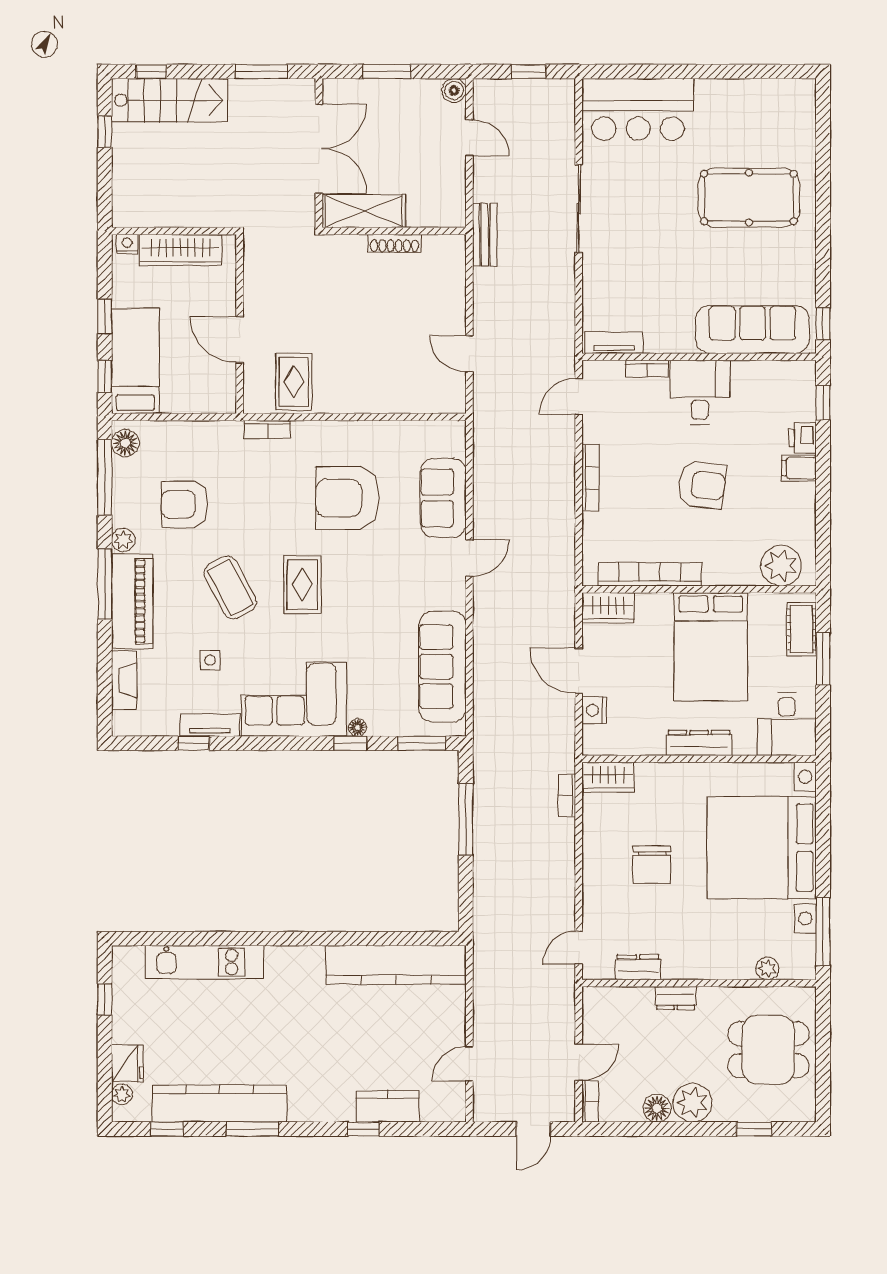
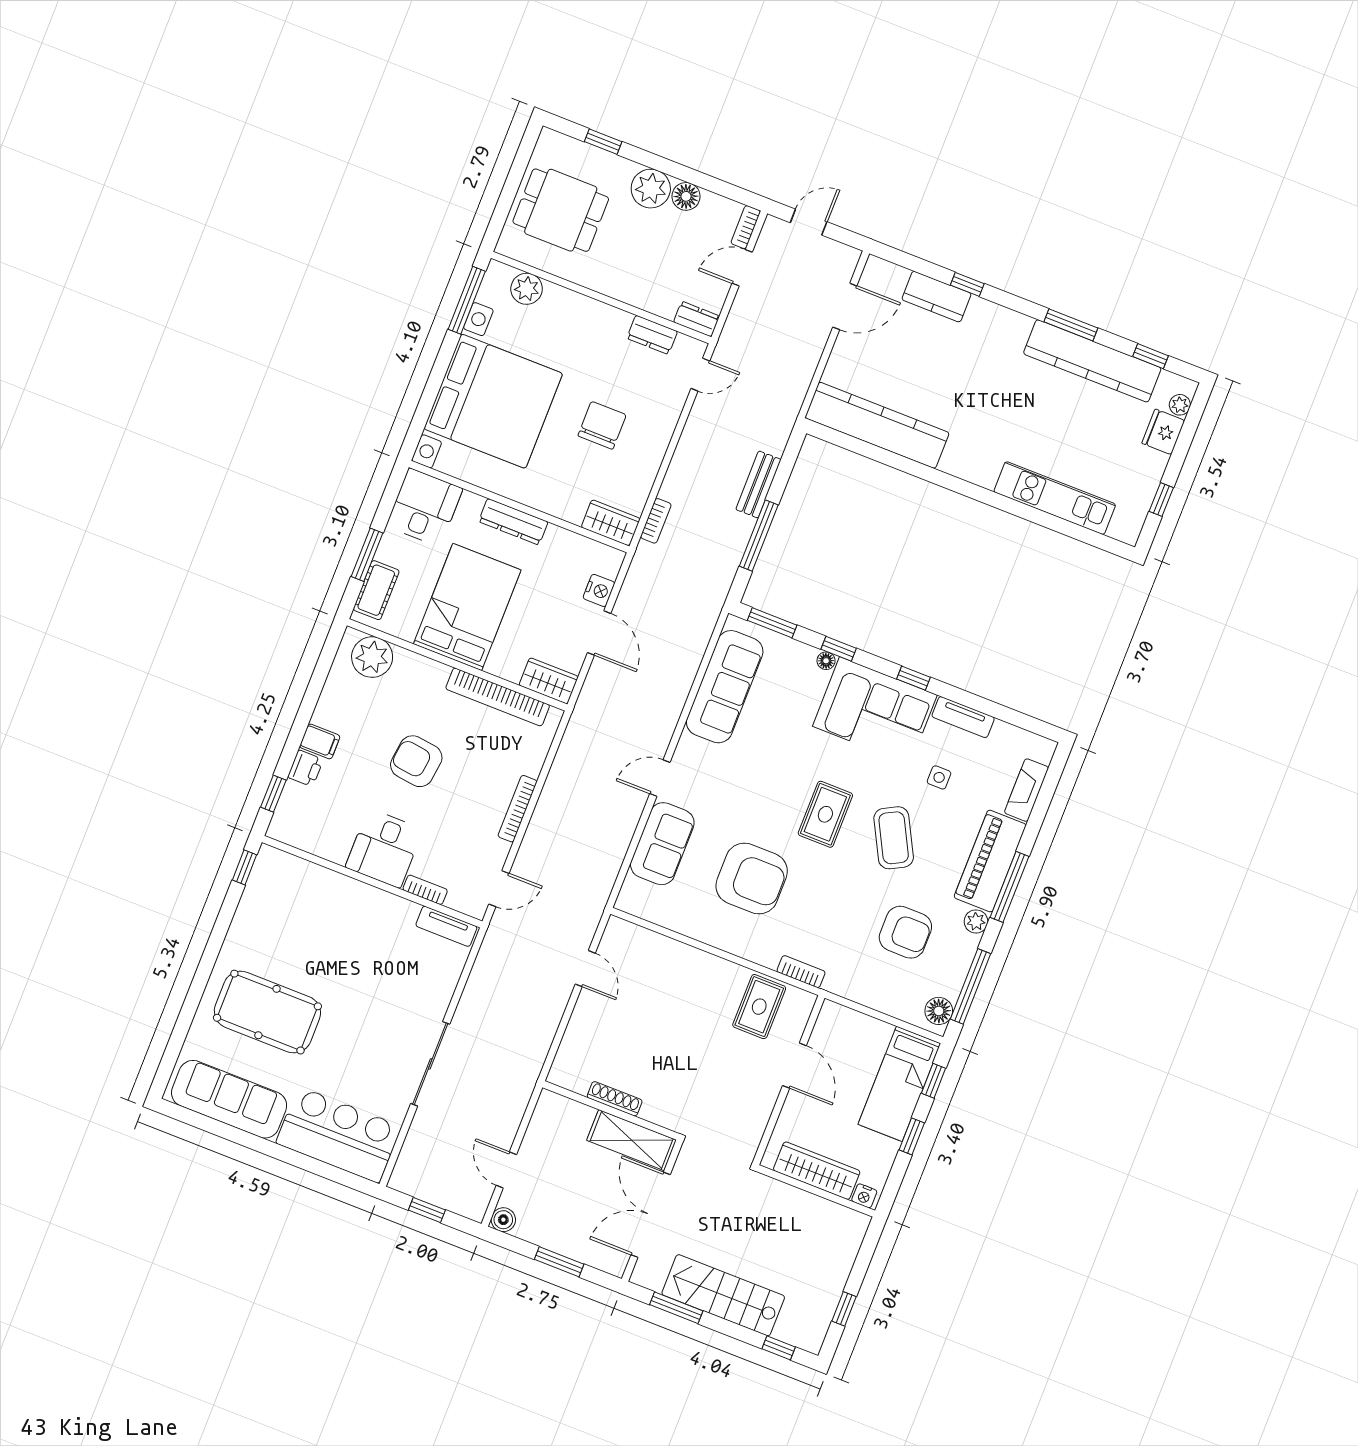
stairs: (170, 100) -> (723, 1295), moved
bench: (485, 235) -> (758, 484), moved
sofa: (753, 329) -> (229, 1099), moved, turned 180
window: (194, 743) -> (913, 678), moved
plant: (767, 969) -> (527, 289), width x1.38, depth x1.38
dresser: (676, 998) -> (697, 319), moved
door: (469, 1064) -> (845, 306), width x1.38

